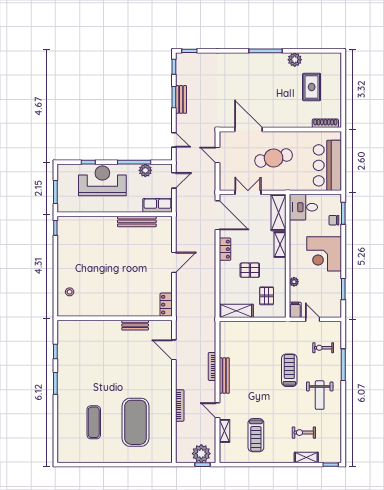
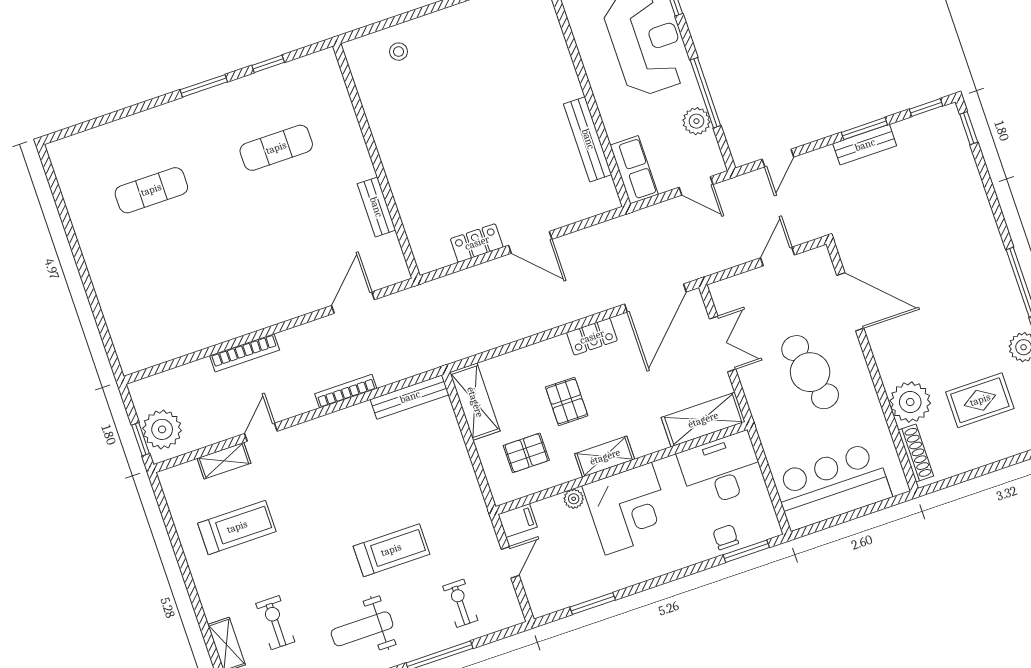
plant: (302, 118) -> (910, 402), added
door: (248, 130) -> (850, 302), hinge flipped
desk: (303, 207) -> (721, 470), width x1.37
shelving: (280, 245) -> (605, 457), moved
corner desk: (324, 254) -> (628, 509), moved, turned 180
locker: (166, 305) -> (477, 243), moved
bench: (224, 376) -> (410, 397), moved
exercise mat: (136, 422) -> (276, 148), moved, width x0.50, depth x0.69
treadmill: (256, 435) -> (237, 527), turned 180

